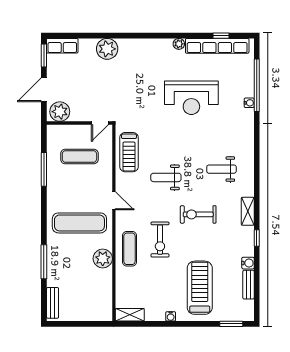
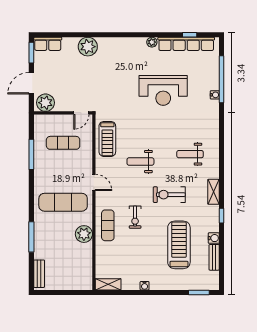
exercise bike: (160, 240) -> (135, 217), width x0.73, depth x0.72
treadmill: (200, 288) -> (179, 245), moved

